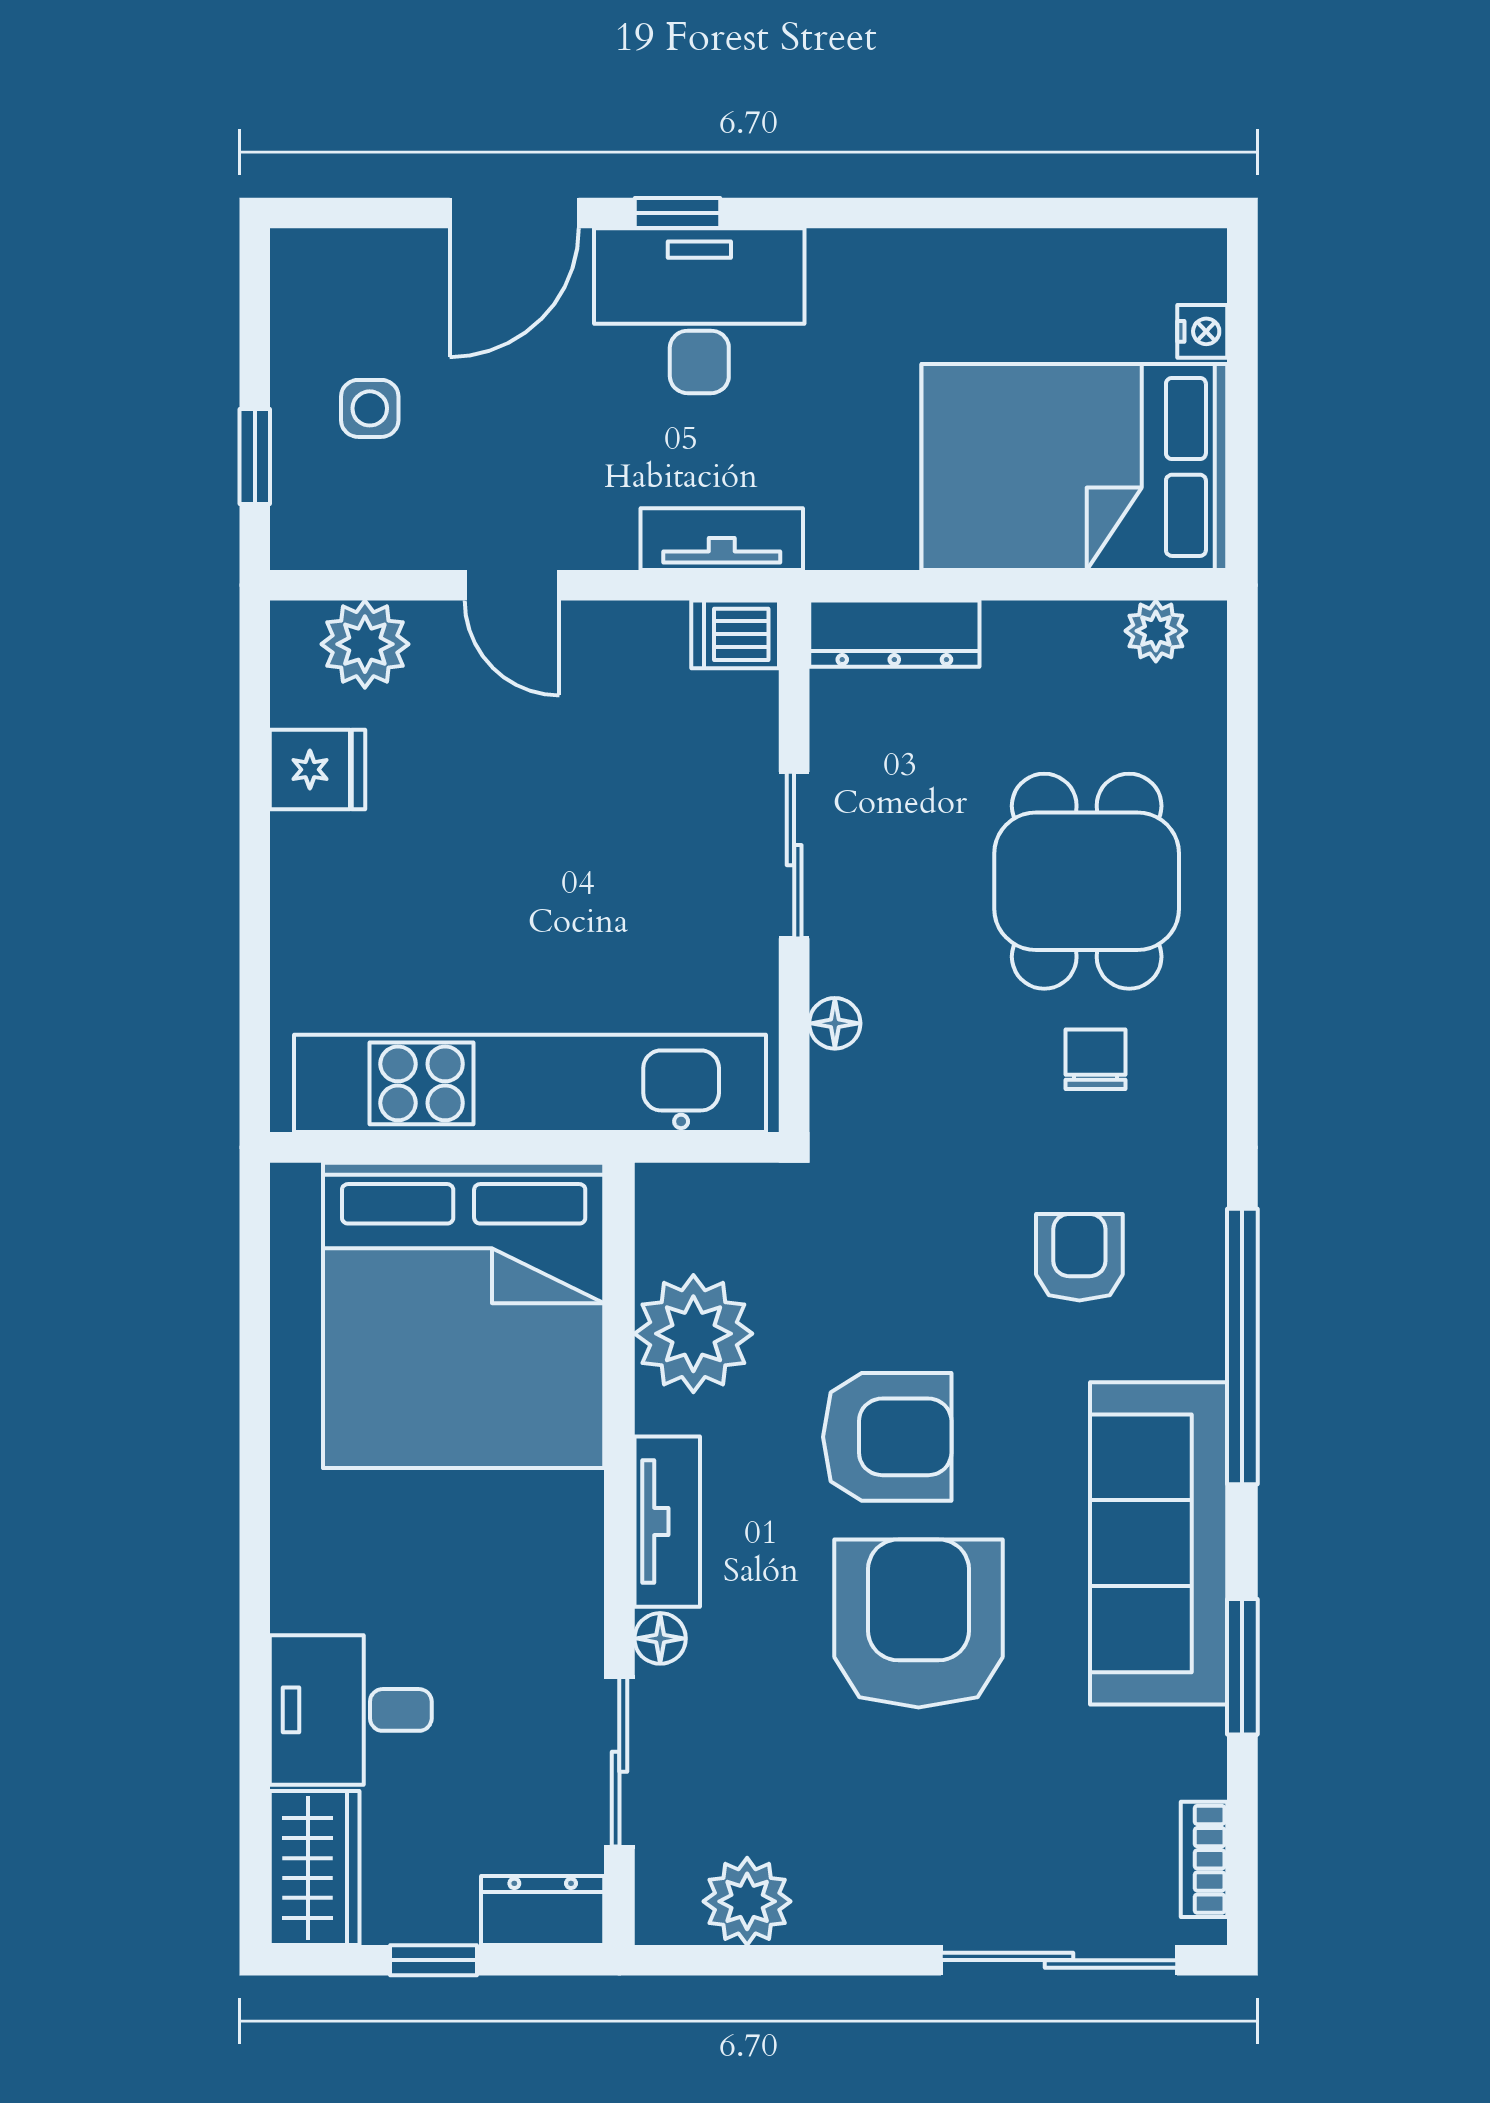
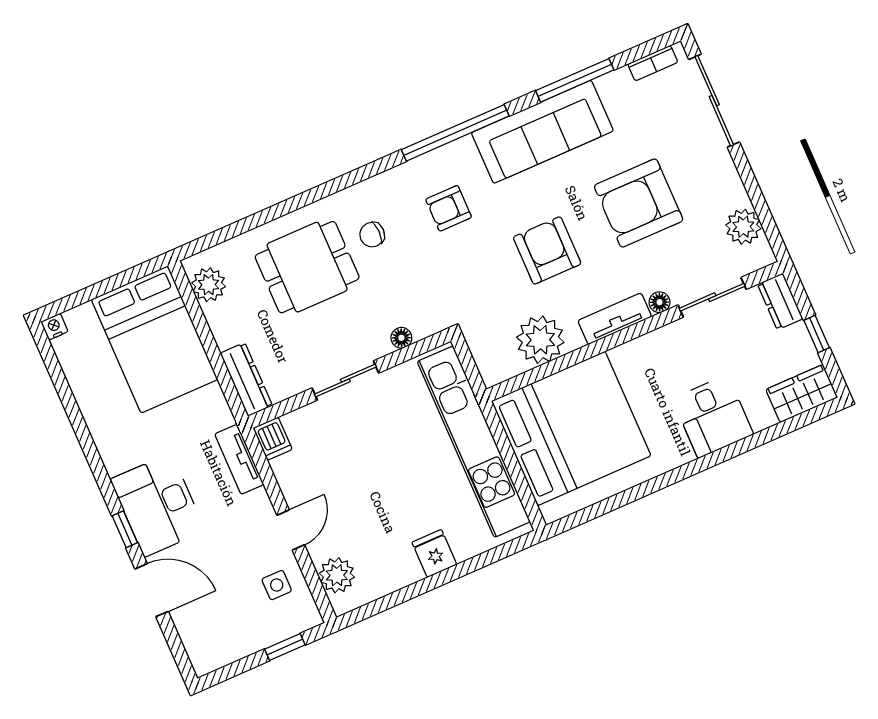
nightstand: (1202, 331) -> (54, 327), moved
side table: (370, 408) -> (277, 585), moved
plant: (1156, 631) -> (209, 285), width x1.38, depth x1.38
fridge: (318, 770) -> (434, 553), moved
armchair: (919, 1623) -> (639, 203), moved
window: (1242, 1667) -> (575, 80), width x1.44
desk: (351, 1710) -> (713, 416), moved

